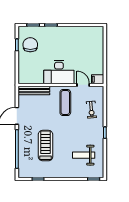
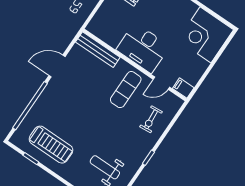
corner desk: (90, 40) -> (206, 35), added
door: (83, 85) -> (161, 83), swing flipped
treadmill: (46, 146) -> (51, 145), moved, turned 90

